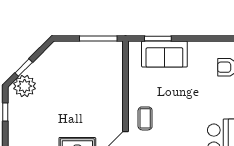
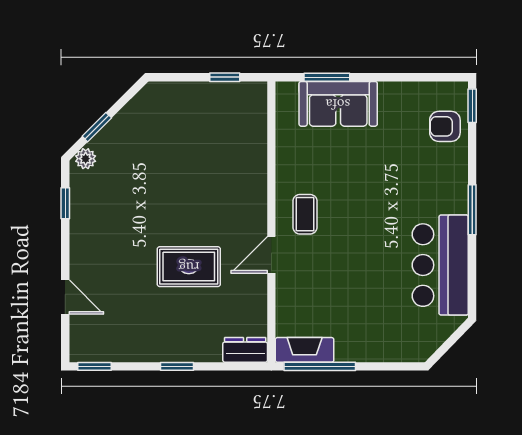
window: (98, 39) -> (225, 77), width x0.46
plant: (25, 86) -> (86, 159), width x0.53, depth x0.53

